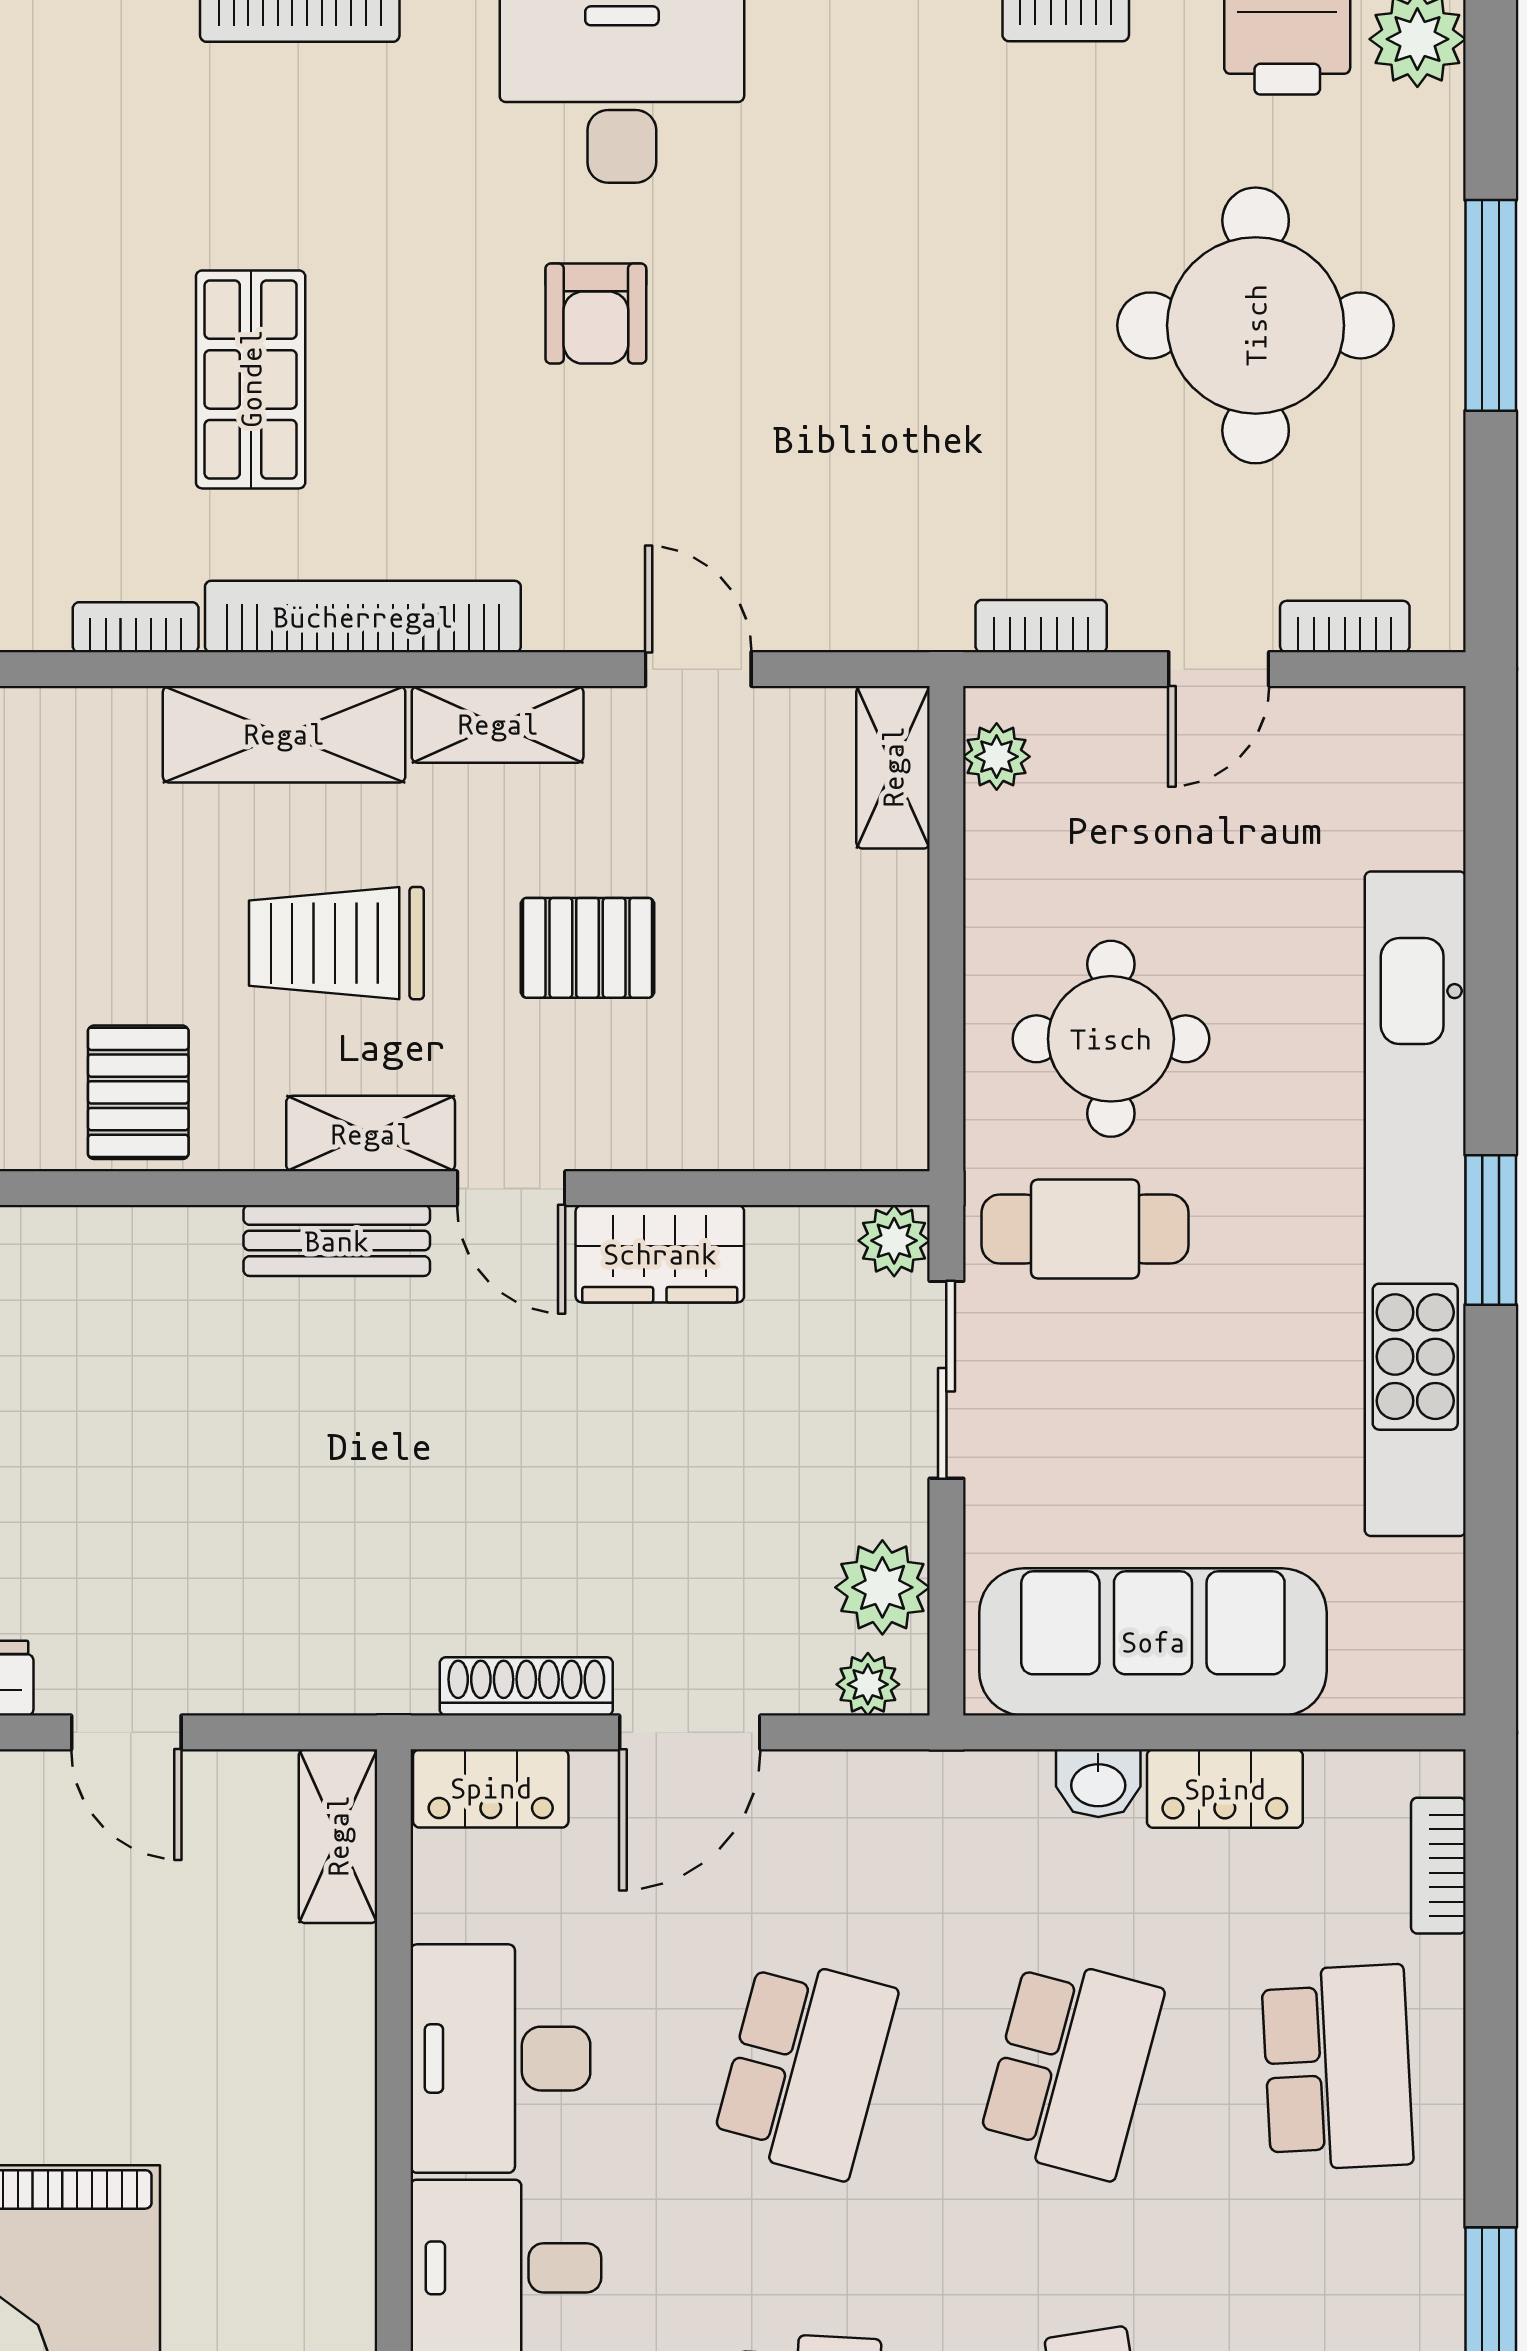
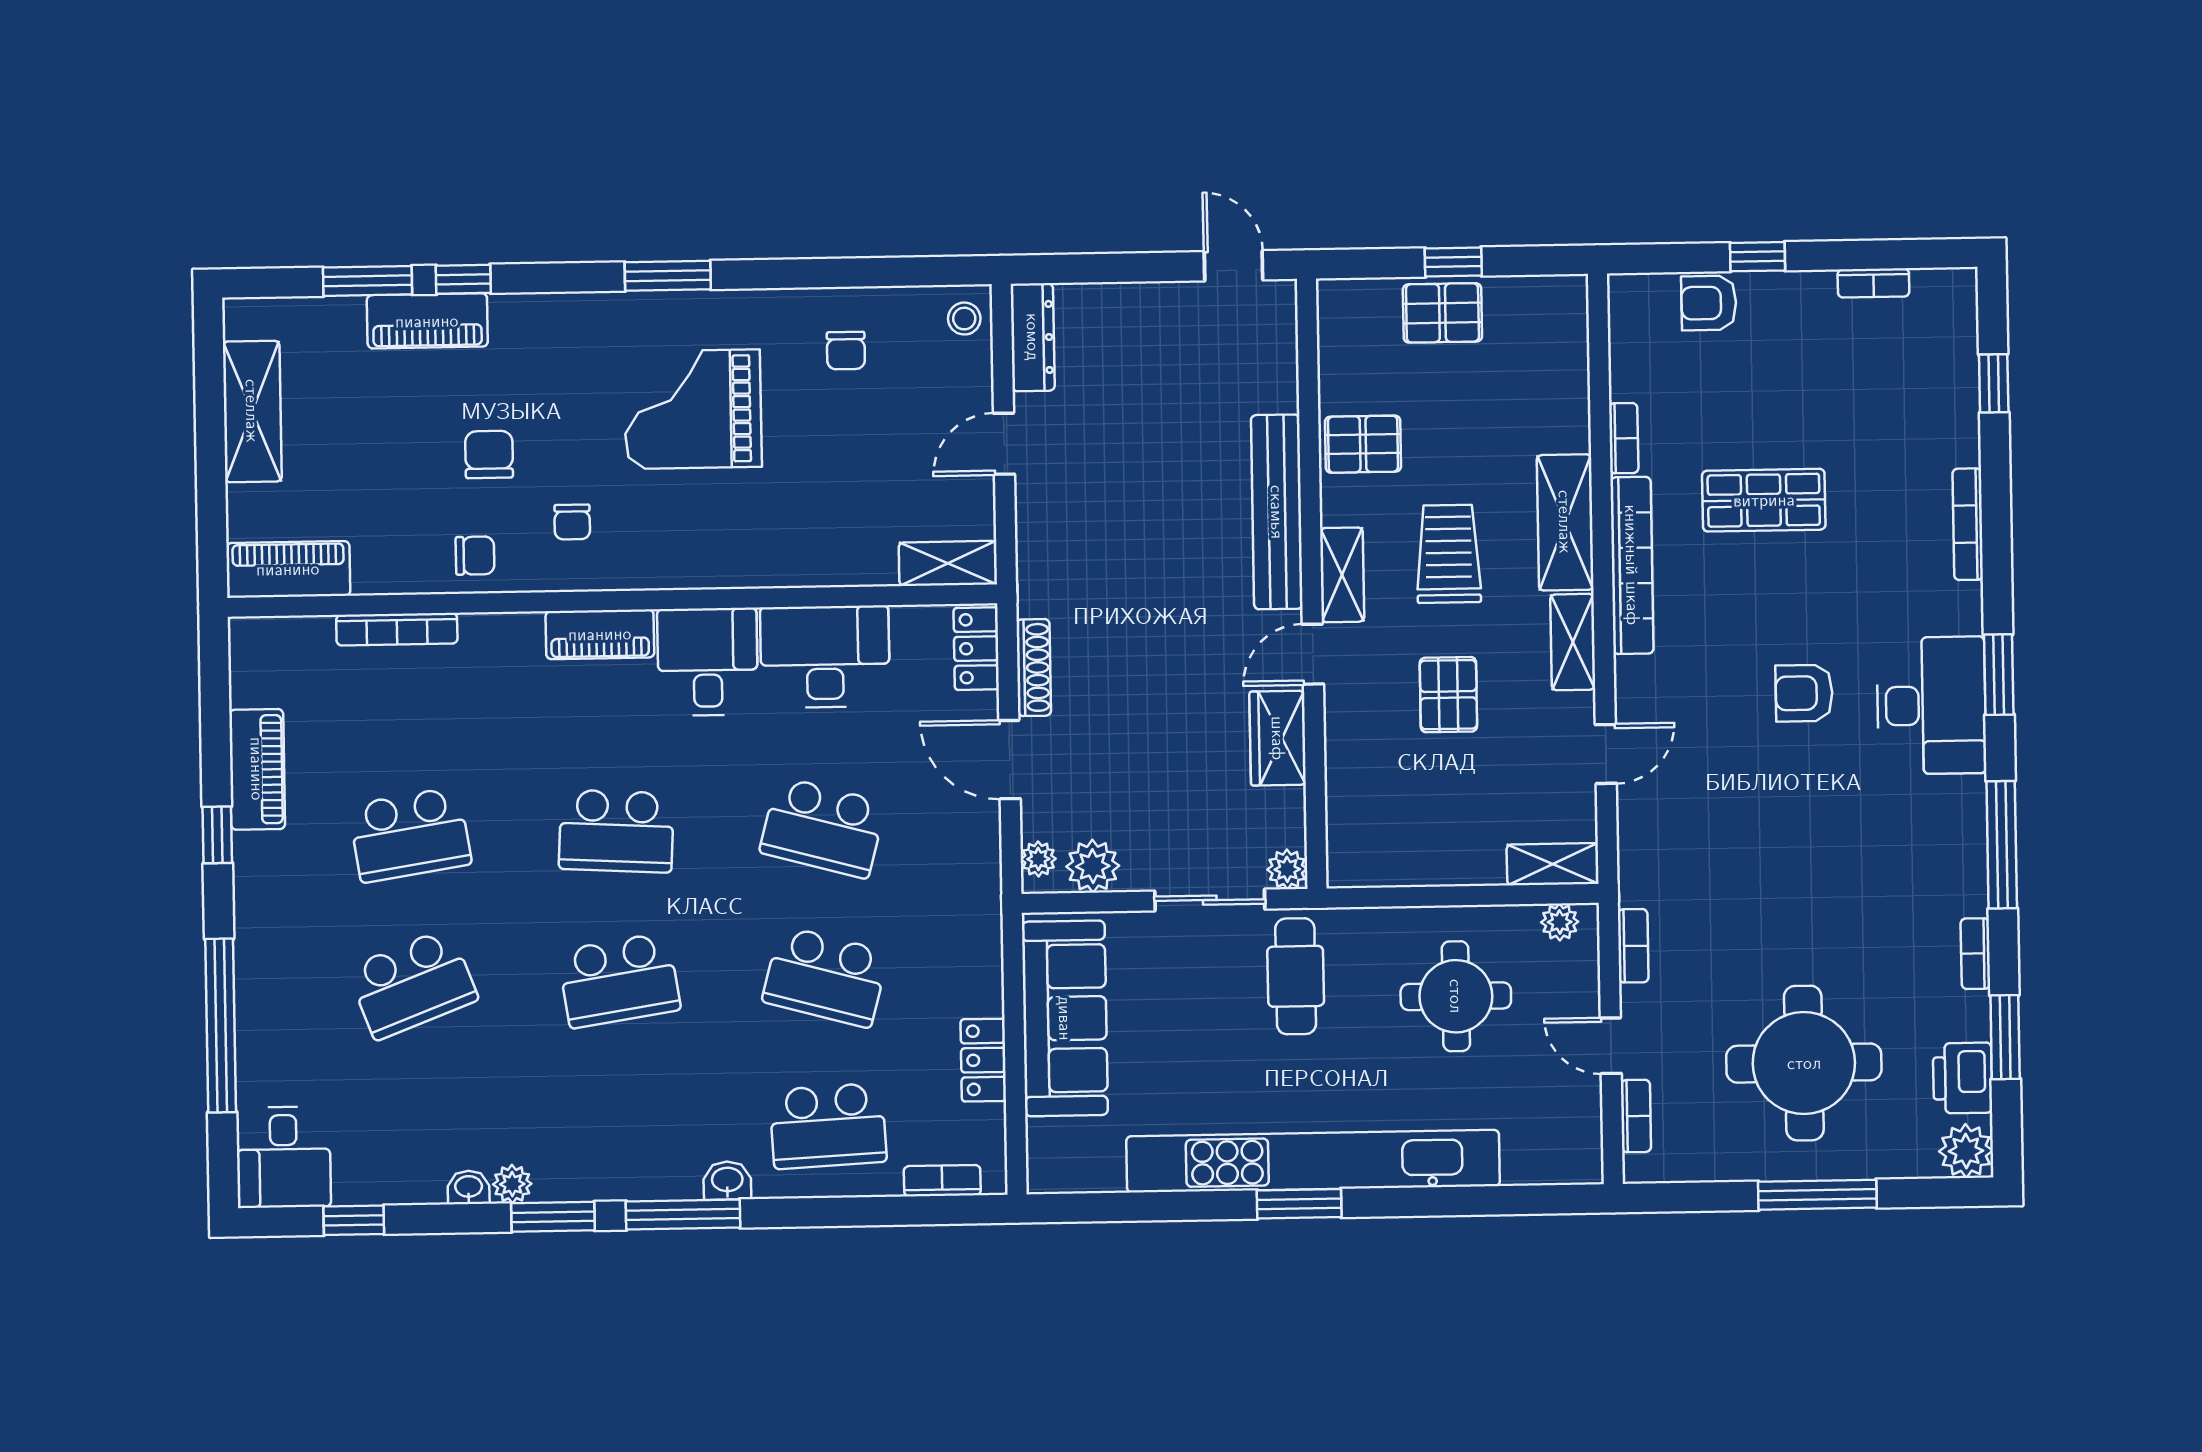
round table: (1111, 1039) -> (1456, 996), moved
bench: (337, 1241) -> (1277, 512), width x1.86, depth x1.21
washbasin: (1098, 1783) -> (727, 1181), moved, turned 90

